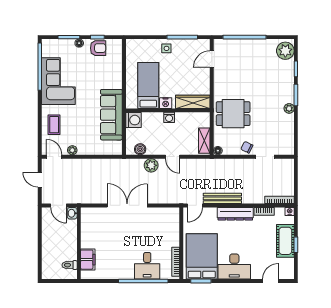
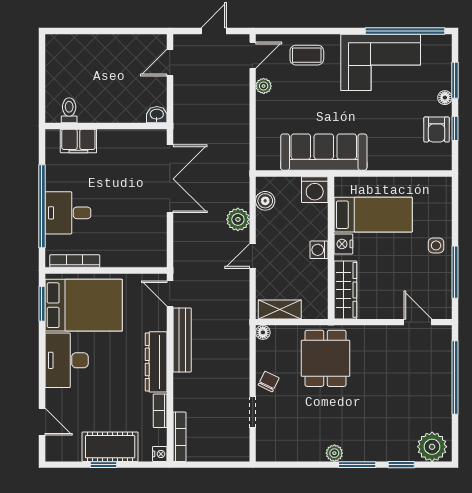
washbasin: (72, 213) -> (157, 115), moved
wall: (79, 243) -> (106, 126), moved
filing cabinet: (88, 260) -> (78, 141), moved
toilet: (70, 265) -> (69, 110), moved

